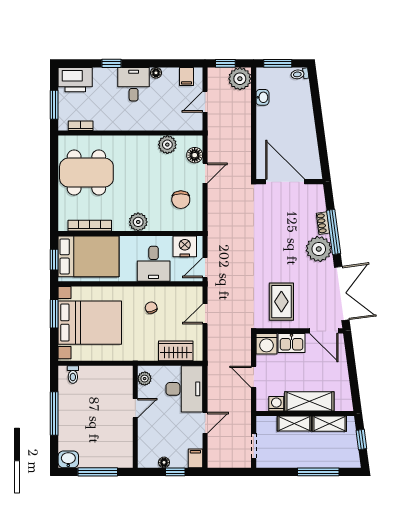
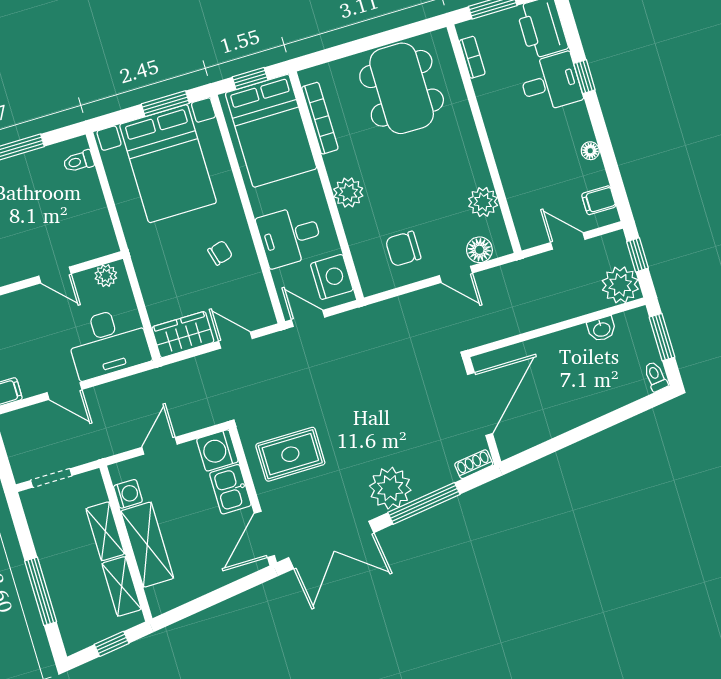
desk: (134, 84) -> (551, 83), moved
shoe rack: (323, 223) -> (474, 464), moved
wardrobe: (176, 351) -> (183, 335), moved, turned -90

